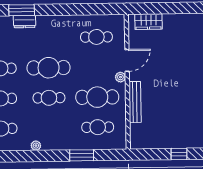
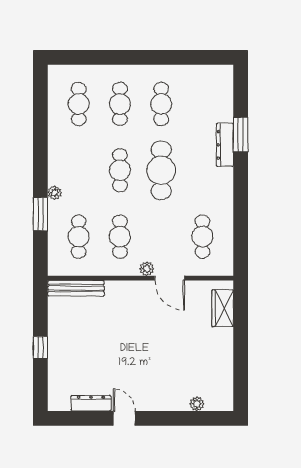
dresser: (25, 22) -> (225, 145), width x1.44
cafe table: (97, 97) -> (120, 237), width x0.73, depth x0.74
bench: (135, 102) -> (76, 288), moved
plant: (36, 146) -> (55, 193), moved

